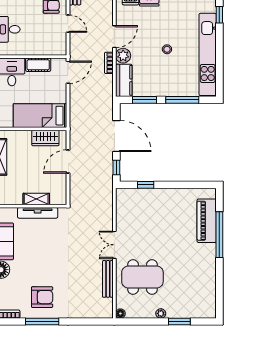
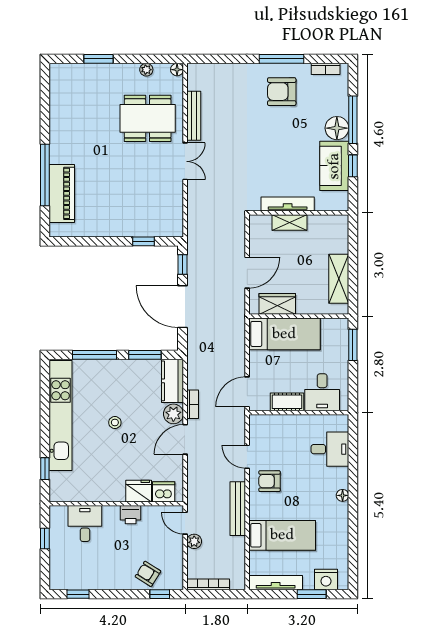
plant: (161, 313) -> (146, 70), moved

